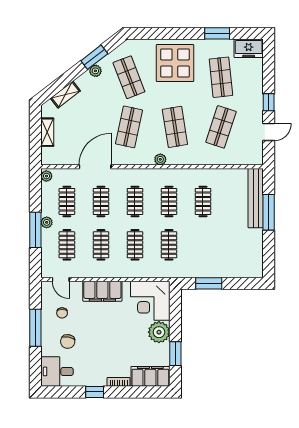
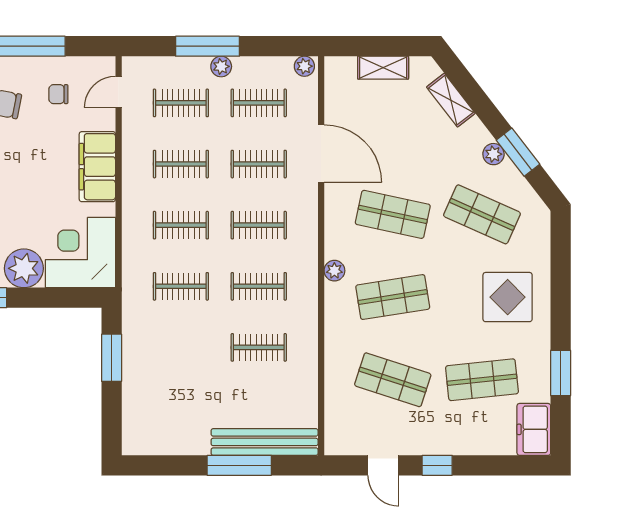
display table: (175, 63) -> (508, 297), width x0.73, depth x0.73
shop shelf: (129, 77) -> (482, 214), turned 45

